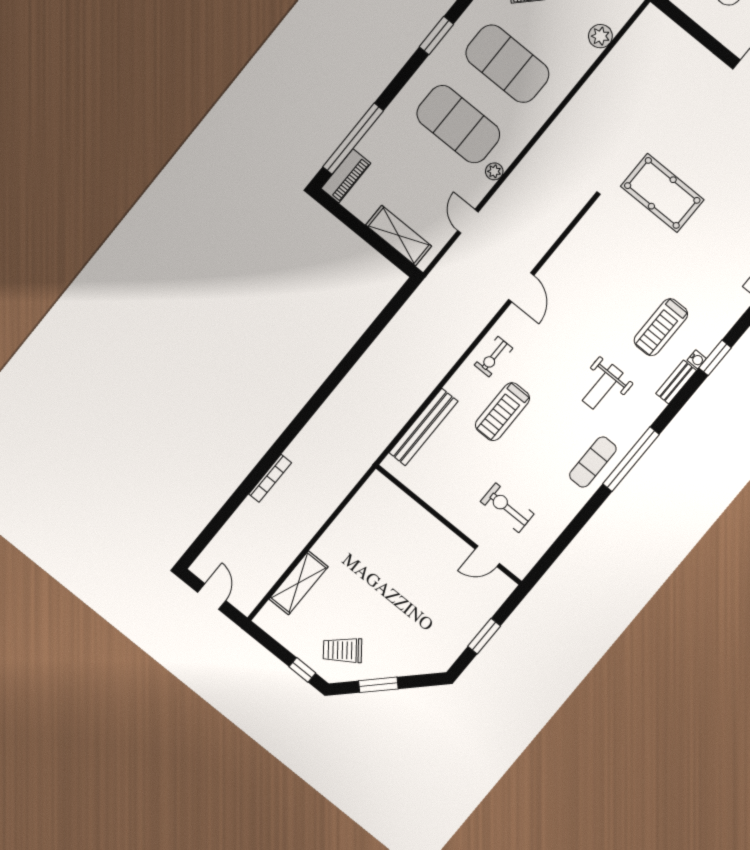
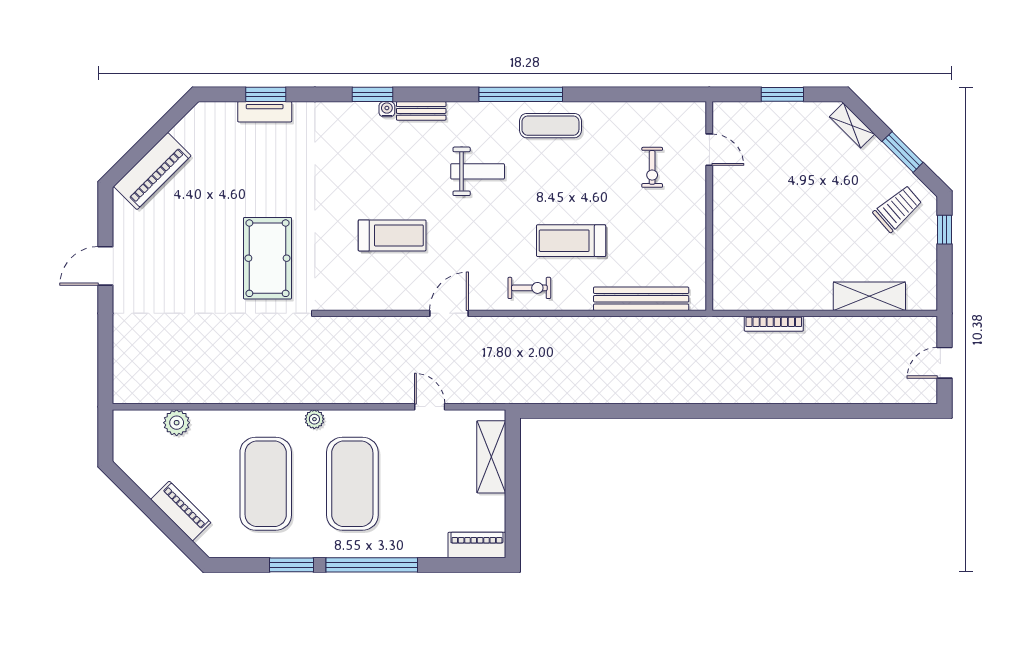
window: (353, 139) -> (372, 565), moved
plant: (494, 171) -> (314, 419), moved
door: (468, 221) -> (430, 407), swing flipped
treadmill: (661, 327) -> (392, 235), moved
treadmill: (502, 412) -> (571, 241), turned 180
bookcase: (270, 478) -> (774, 324), moved, turned 180
exercise bike: (507, 508) -> (652, 167), width x0.73, depth x0.72
trolley: (343, 650) -> (898, 209), turned -93
shelving: (424, 666) -> (852, 125), added

